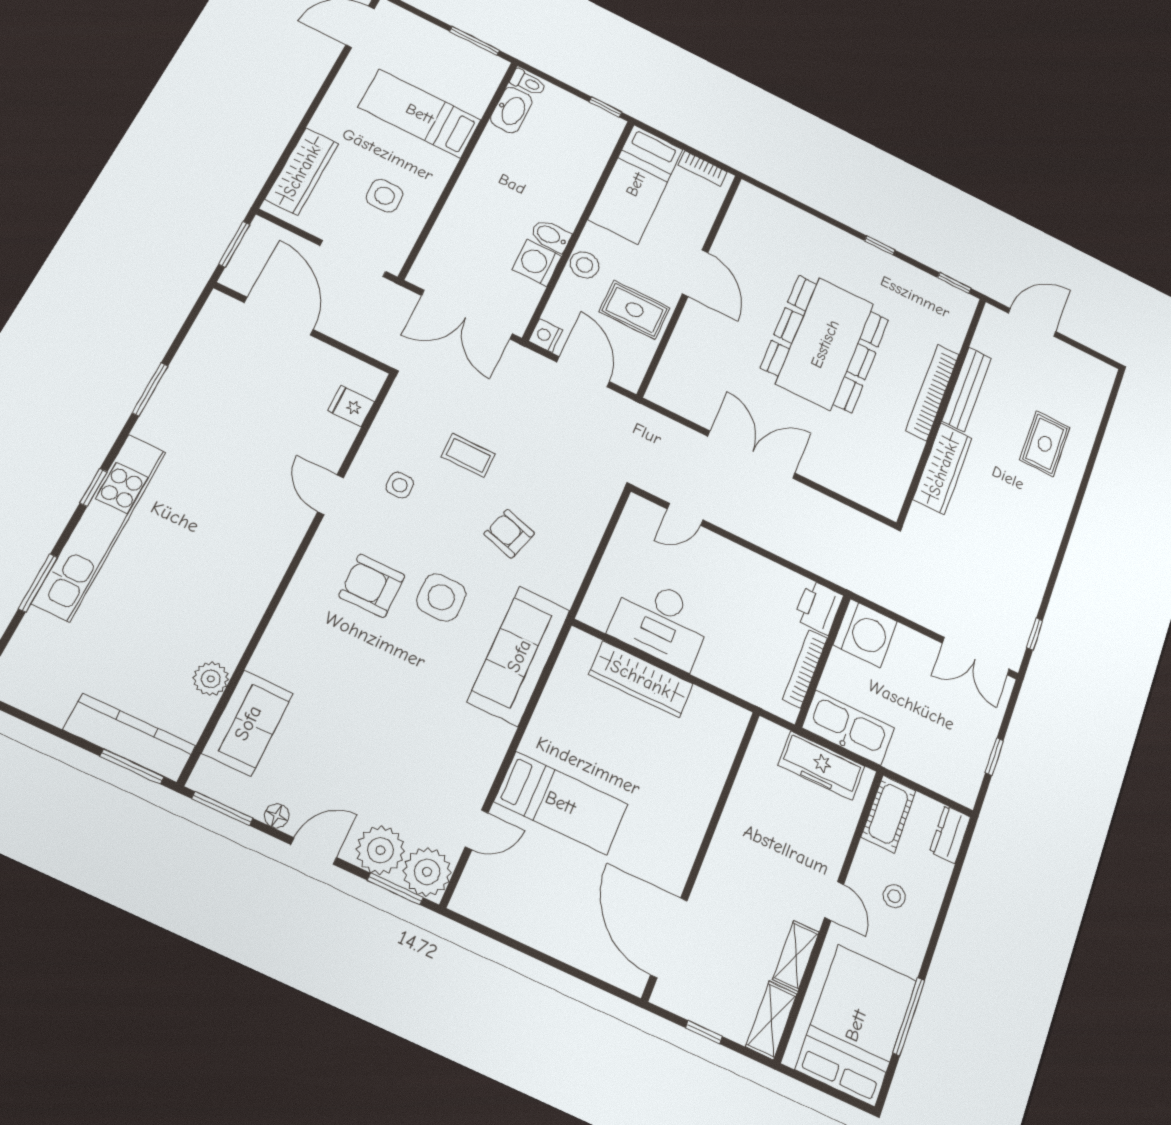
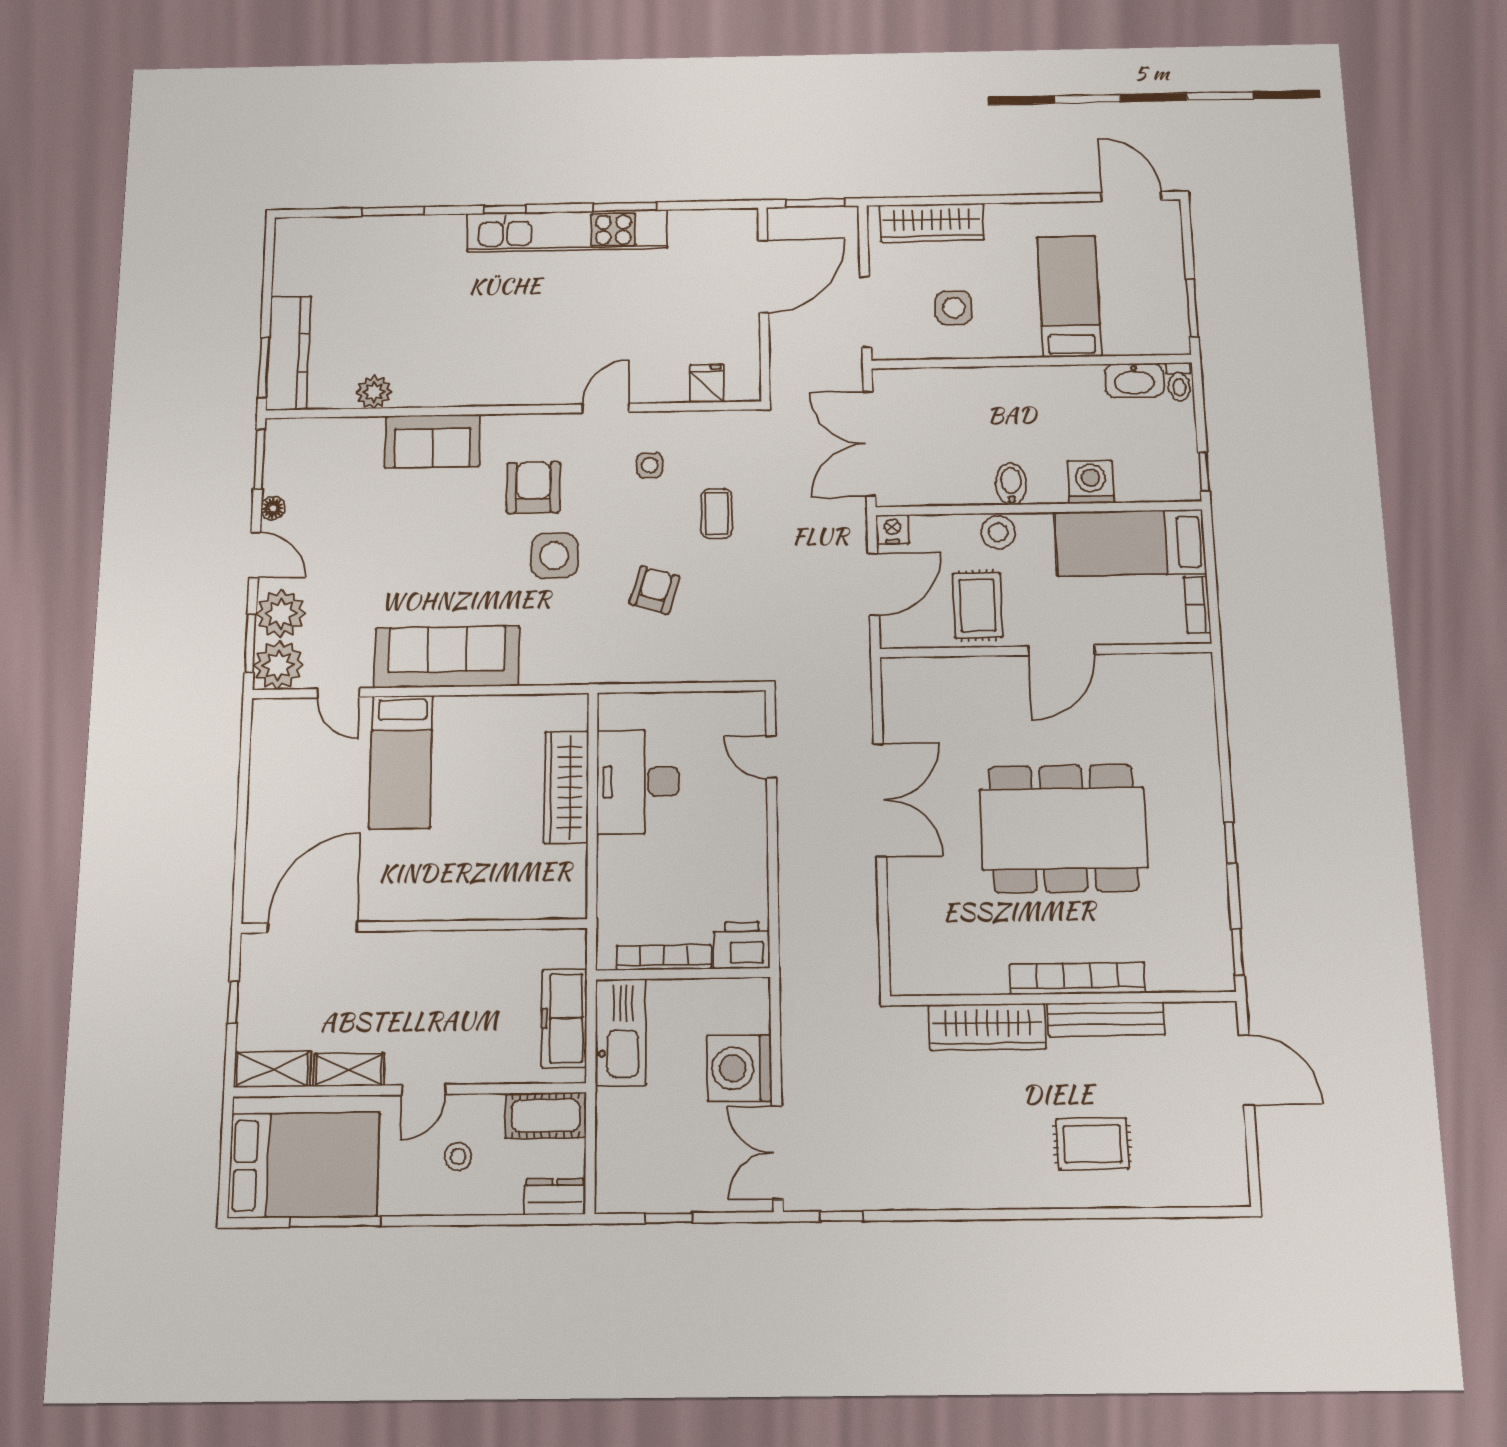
washing machine: (537, 263) -> (1091, 482), moved
kitchen unit: (100, 527) -> (567, 231), moved
washing machine: (865, 633) -> (739, 1068), moved, turned 90
sofa: (519, 656) -> (447, 657), moved
sofa: (248, 723) -> (432, 441), moved

